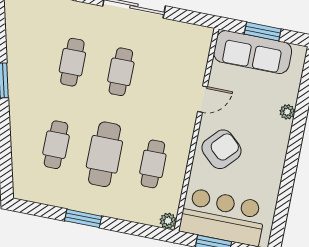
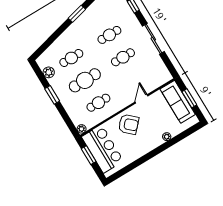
door: (202, 99) -> (141, 99), swing flipped
plant: (47, 195) -> (49, 72), added

